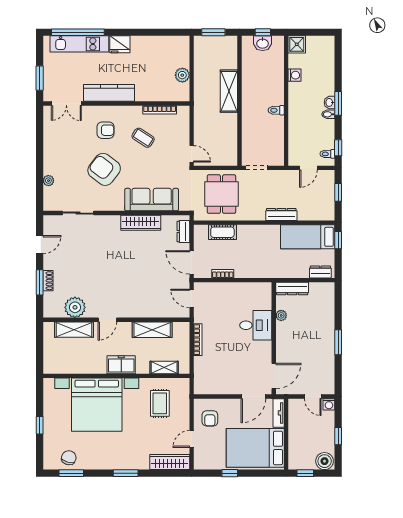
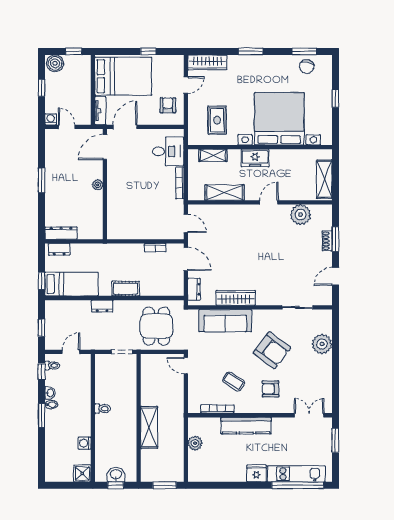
kitchen counter: (109, 93) -> (246, 426), moved
washbasin: (330, 102) -> (50, 393), moved
plant: (48, 181) -> (322, 344), width x1.87, depth x1.87
dresser: (281, 214) -> (102, 306), width x0.70
cot: (222, 232) -> (125, 289), moved
dresser: (292, 289) -> (61, 233), moved
plant: (281, 315) -> (98, 185), moved
desk: (256, 325) -> (168, 151), moved, turned 180
shelving: (74, 330) -> (324, 179), moved, turned 90

